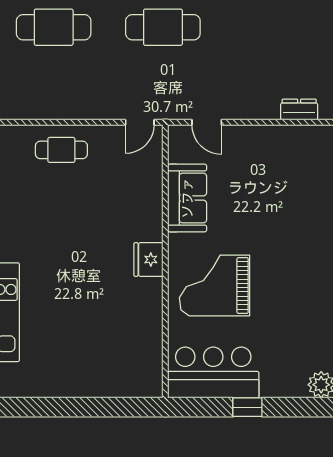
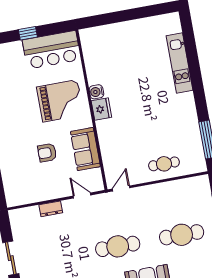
dresser: (299, 110) -> (51, 209), moved
armchair: (252, 204) -> (47, 153), added
water cooler: (152, 289) -> (96, 92), added

